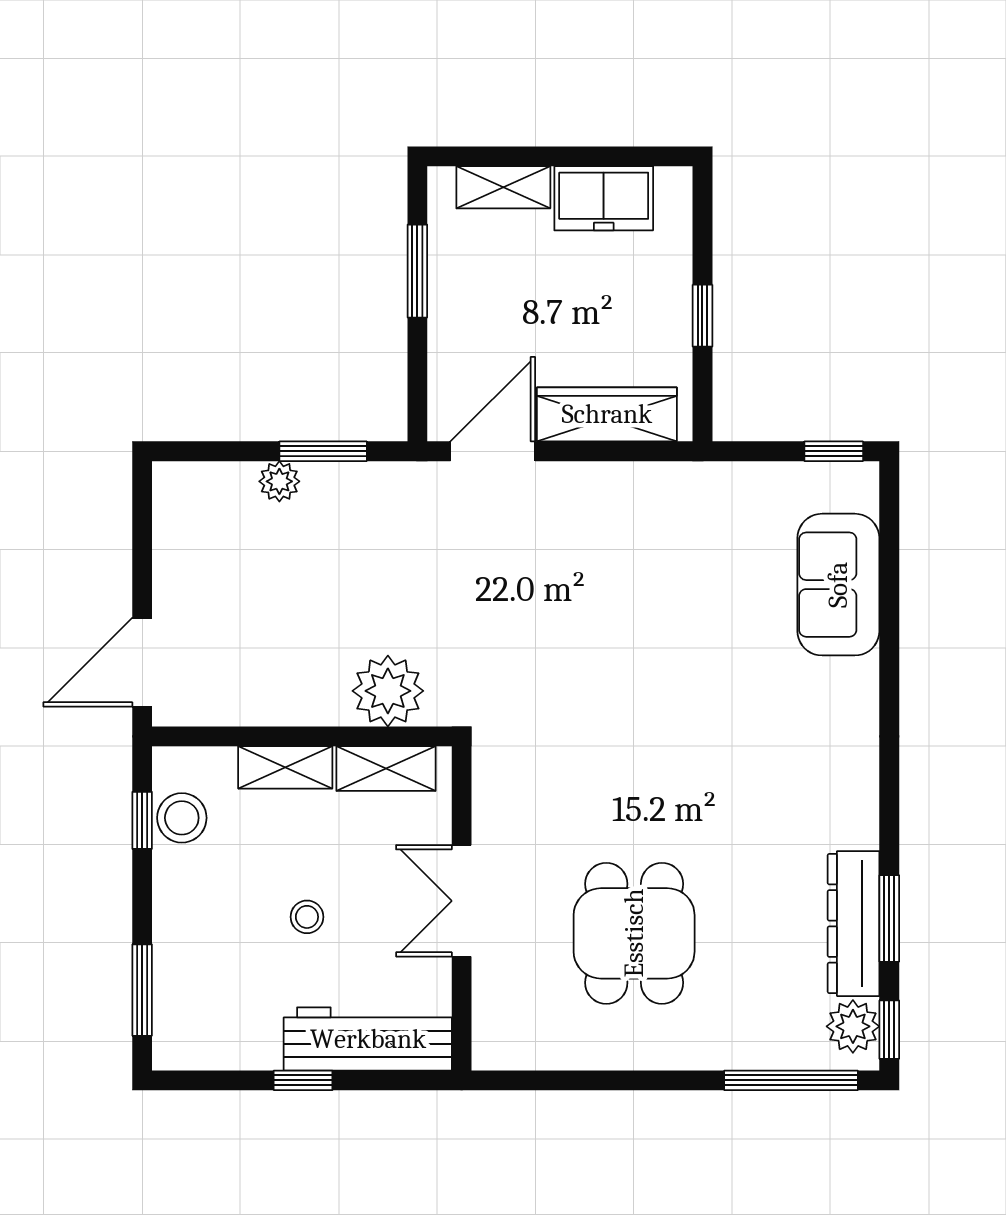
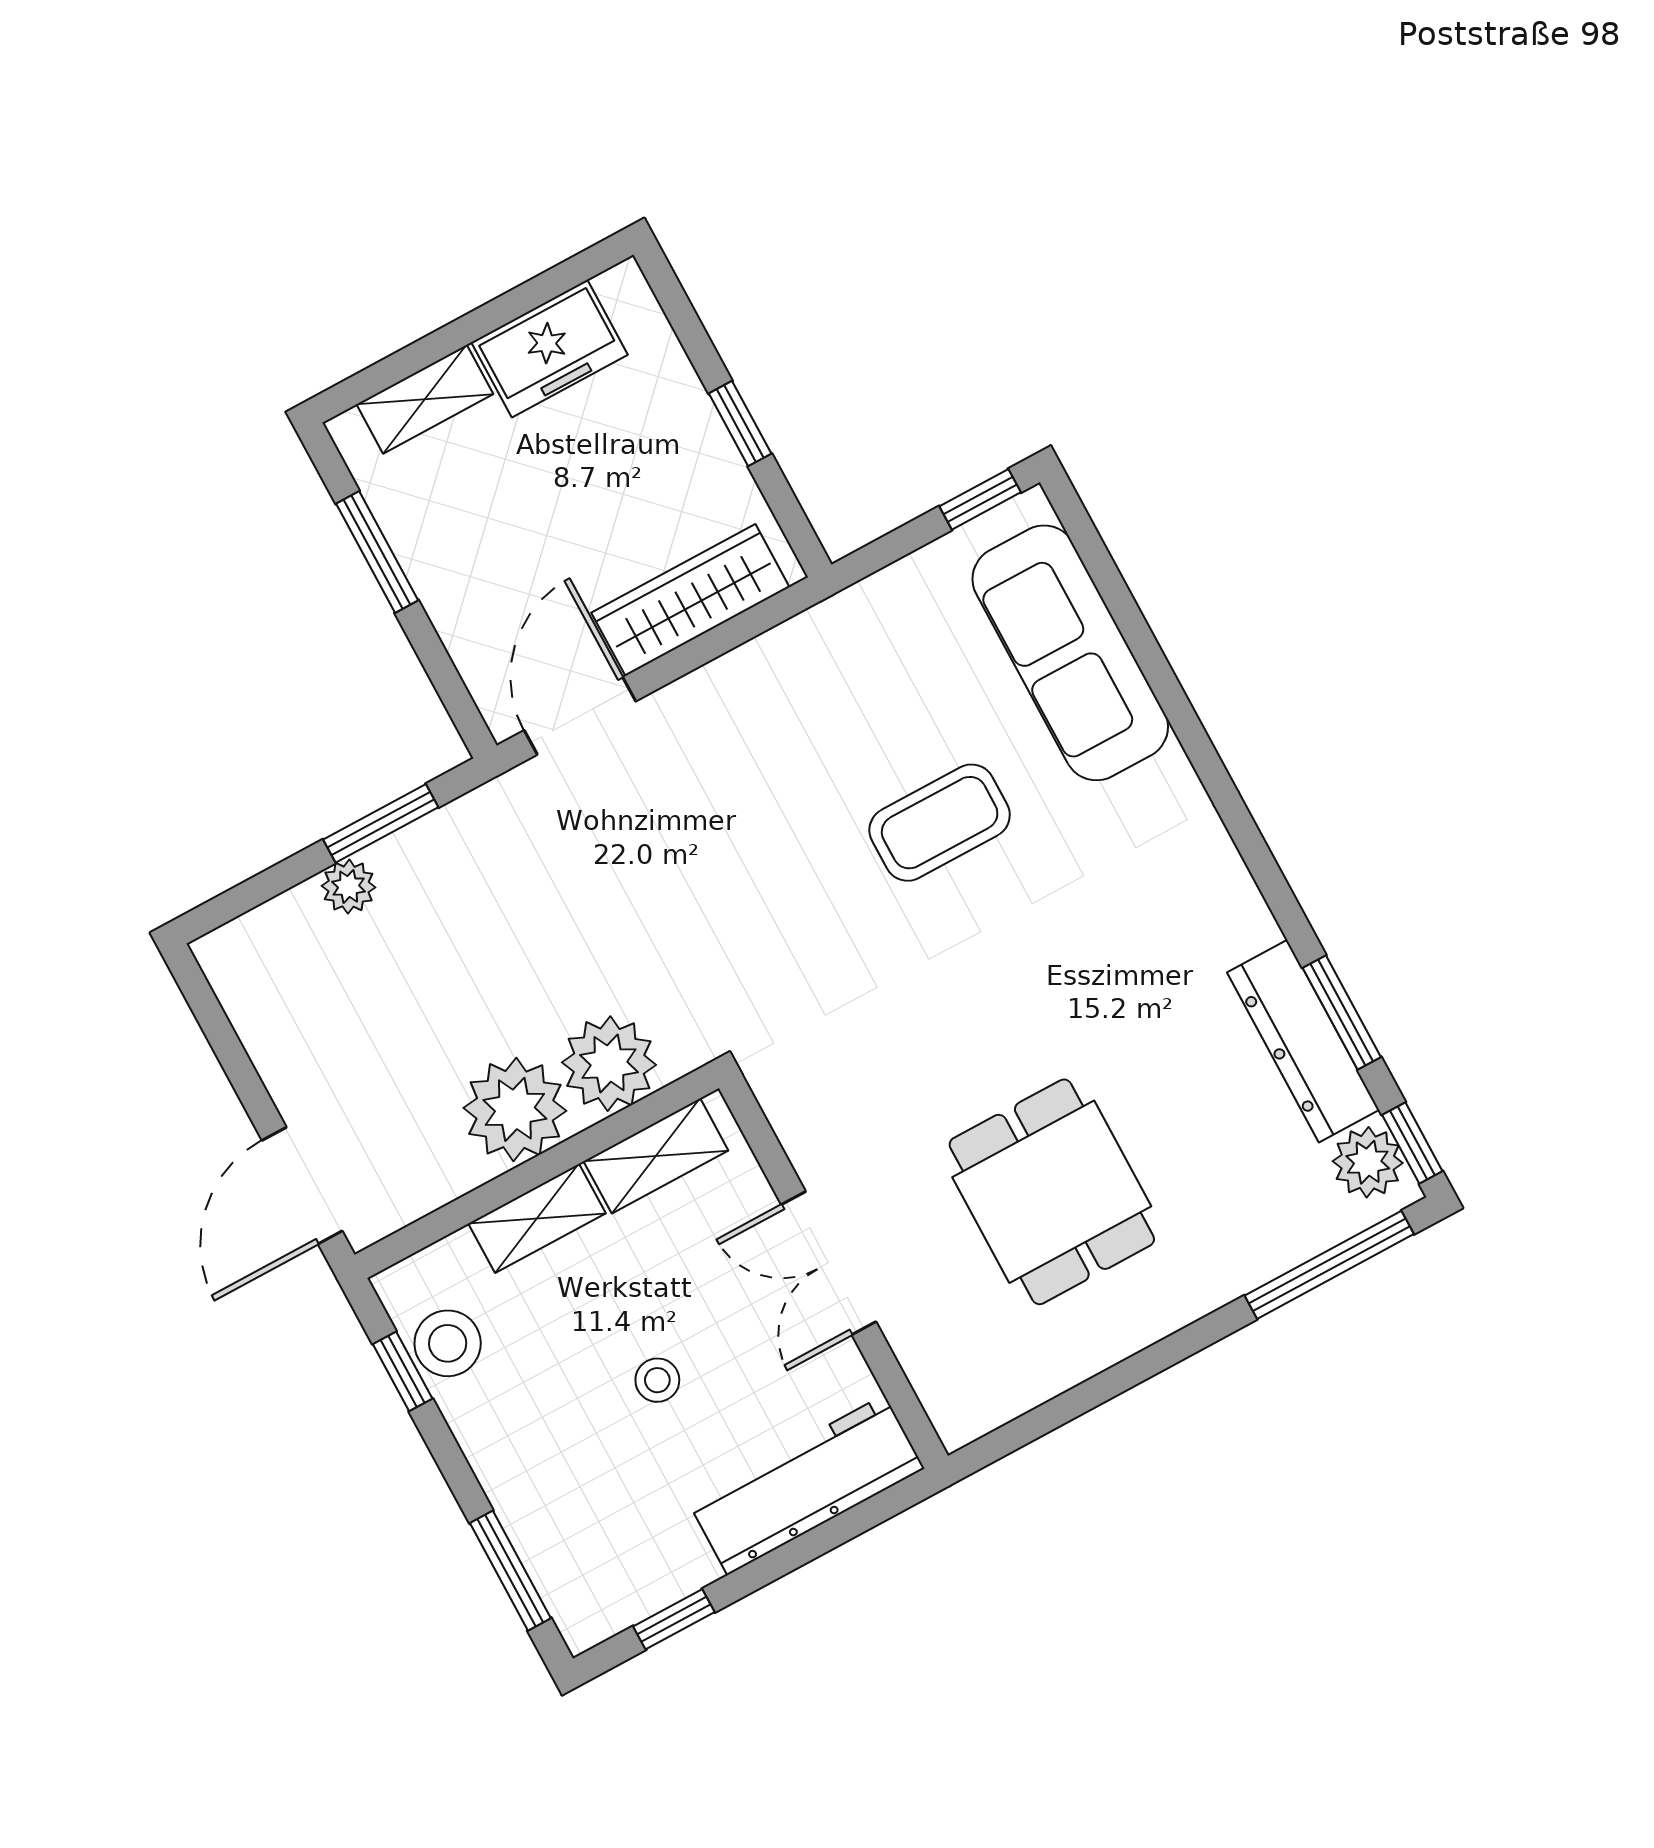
sofa: (838, 585) -> (1070, 653), width x1.36
coffee table: (692, 650) -> (940, 823), added
plant: (310, 688) -> (515, 1109), added
window: (303, 1080) -> (674, 1619), moved

